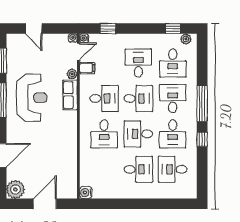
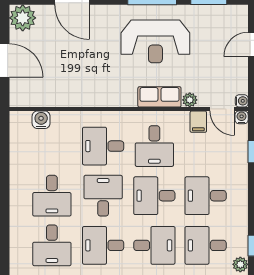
desk: (138, 63) -> (206, 196), turned 180
desk: (138, 98) -> (154, 196), turned 90
desk: (173, 169) -> (52, 245), turned 180
water cooler: (86, 193) -> (41, 120), moved

